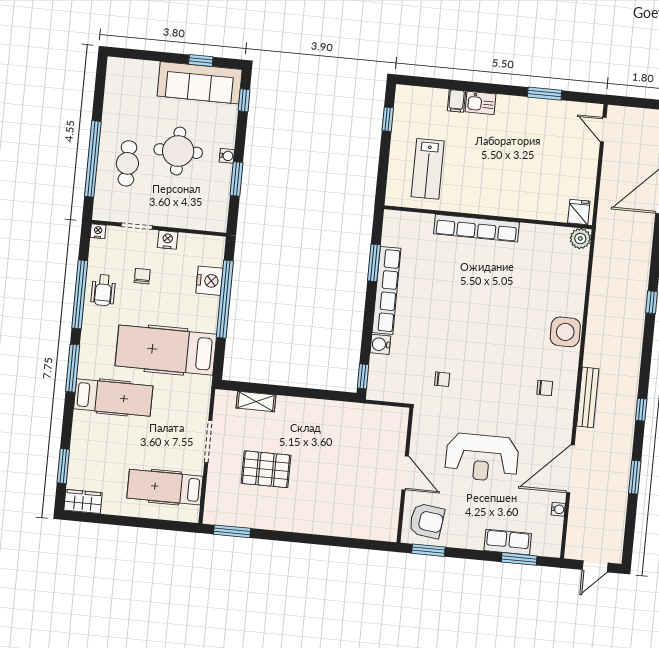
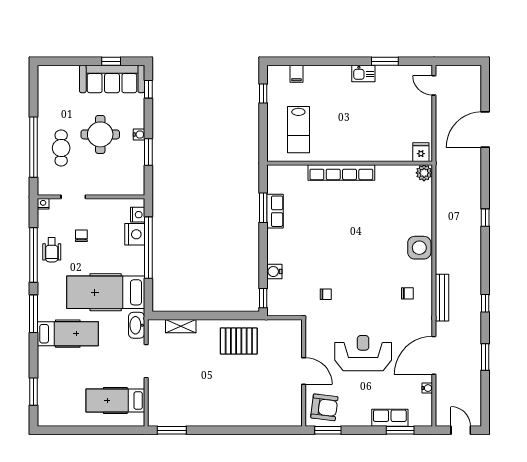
filing cabinet: (456, 101) -> (296, 74), moved
kitchen sink: (481, 103) -> (363, 73), moved
nightstand: (168, 240) -> (138, 215), moved, turned 90
row of seats: (386, 290) -> (275, 211), width x0.50
washbasin: (201, 395) -> (137, 325), added
reception desk: (482, 458) -> (363, 353), turned 180
pallet: (266, 469) -> (239, 341), moved
wardrobe: (83, 501) -> (52, 418), removed
door: (595, 566) -> (461, 430), swing flipped

